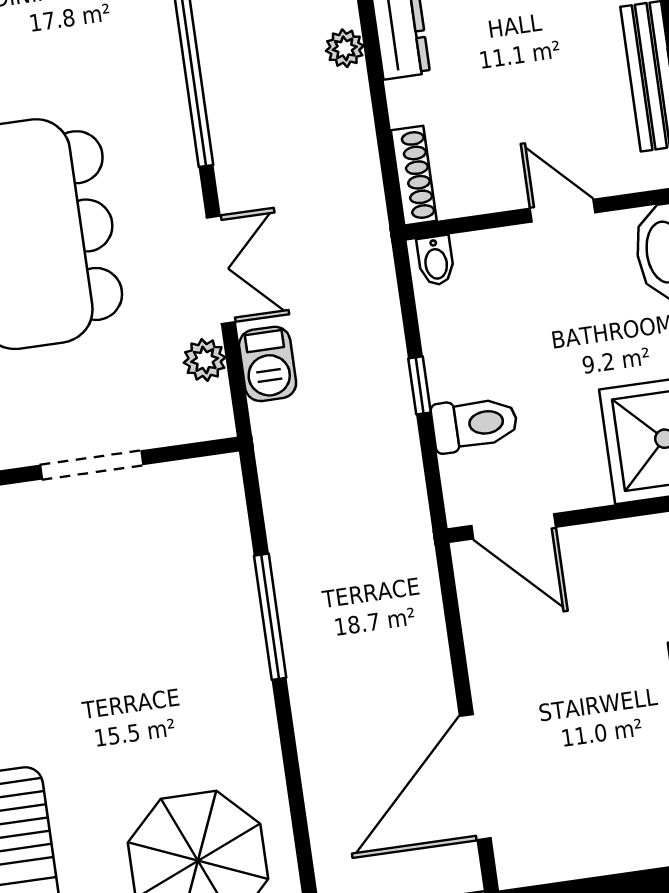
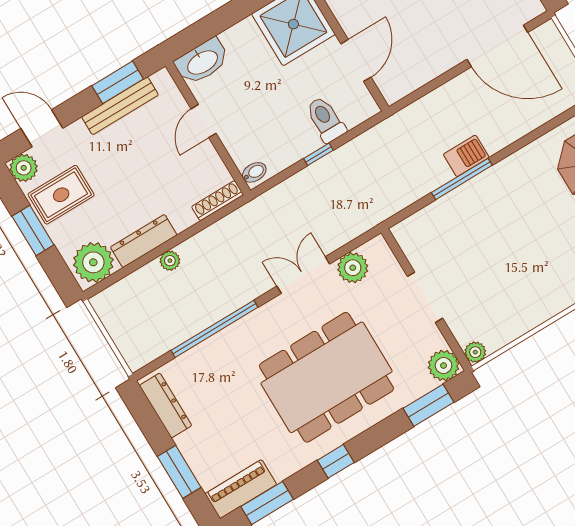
plant: (205, 360) -> (353, 268), width x1.38, depth x1.38
barbecue: (268, 364) -> (466, 156), moved
door: (514, 526) -> (356, 60), moved

